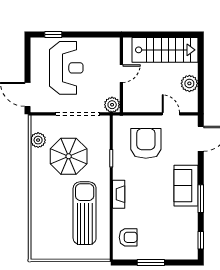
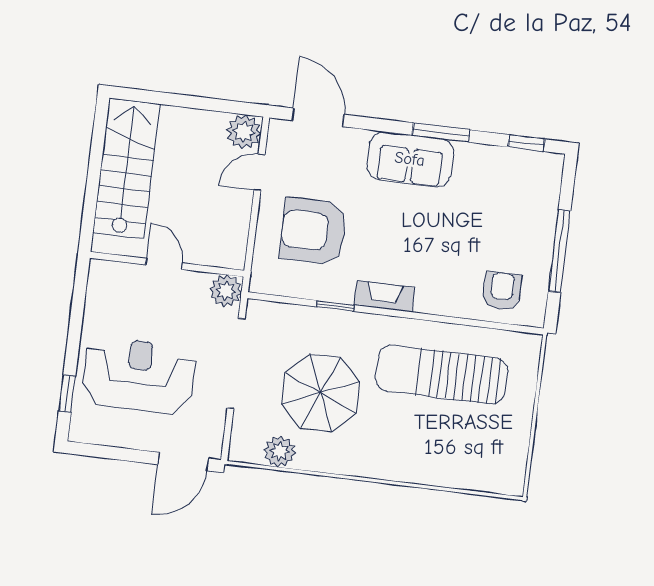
plant: (189, 83) -> (244, 132), moved
fireplace: (119, 194) -> (384, 296), moved
window: (151, 263) -> (559, 251), width x1.44

